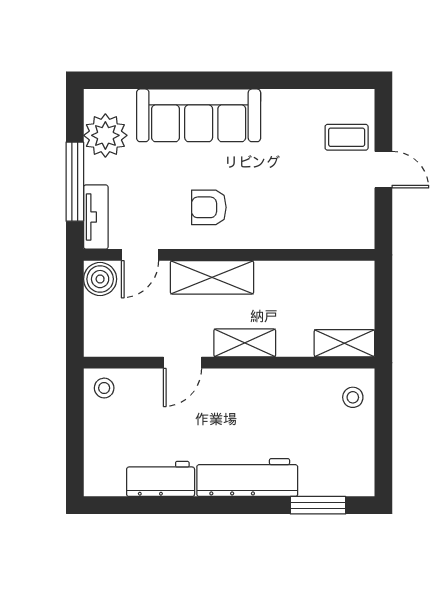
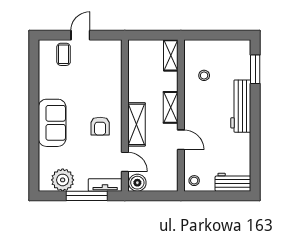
sofa: (199, 115) -> (52, 123), width x0.73
stool: (353, 397) -> (204, 75), moved
workbench: (161, 479) -> (233, 182), moved, turned 90

